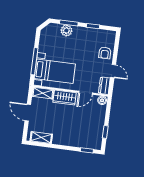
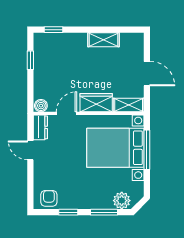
plant: (66, 31) -> (122, 201), moved
armchair: (105, 53) -> (49, 198), moved
bed with nightstands: (55, 71) -> (115, 148), width x1.36
shelving: (41, 138) -> (104, 40), moved

